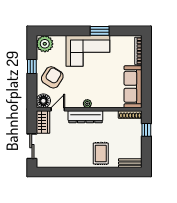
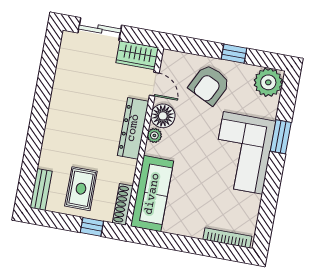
window: (100, 31) -> (281, 137), moved
armchair: (52, 77) -> (209, 85), turned 84
sofa: (133, 87) -> (152, 194), moved, turned 90
floor lamp: (43, 101) -> (163, 116), moved
rug: (101, 154) -> (81, 189), moved, turned 90

